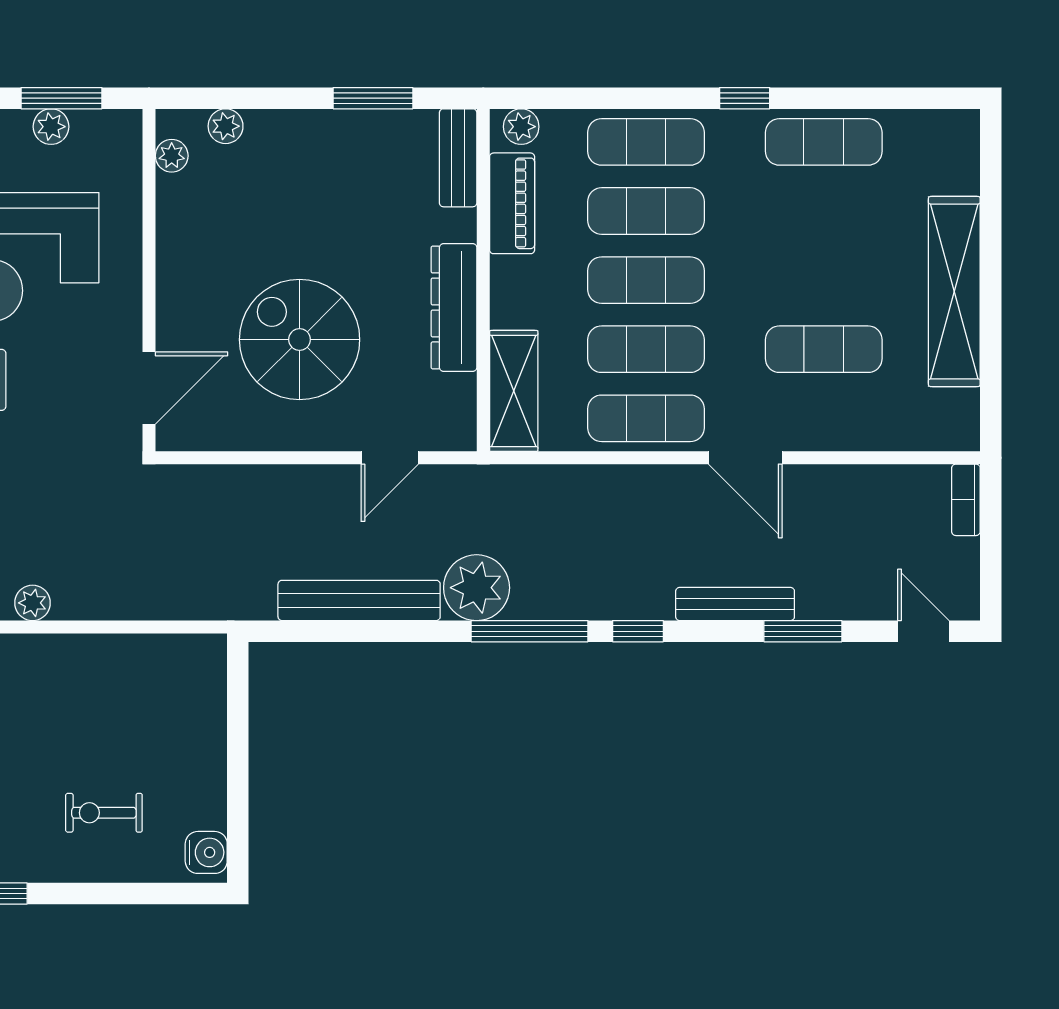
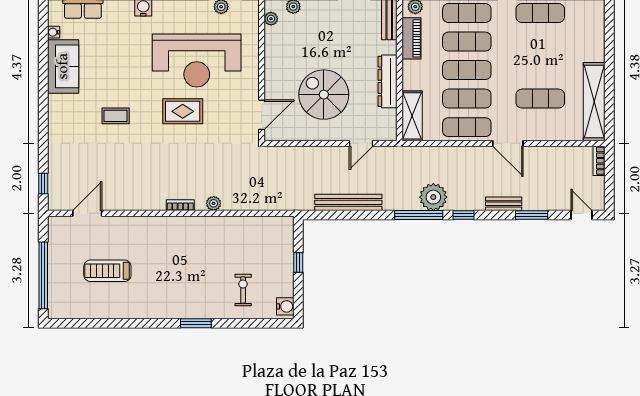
shelving: (954, 291) -> (594, 102), moved
plant: (477, 588) -> (433, 197), moved
bench: (735, 604) -> (504, 204), width x0.73
window: (238, 746) -> (298, 263), added
exercise bike: (104, 813) -> (243, 290), turned 90

